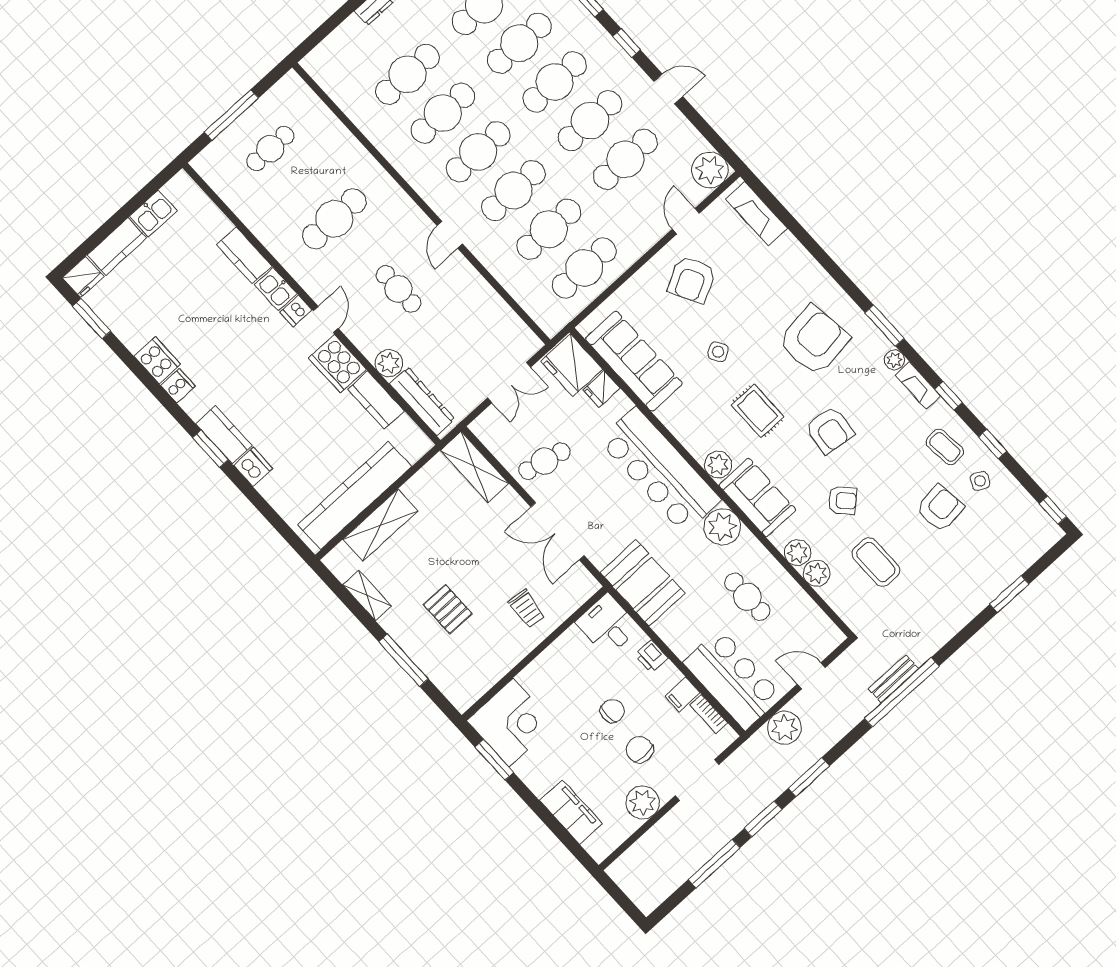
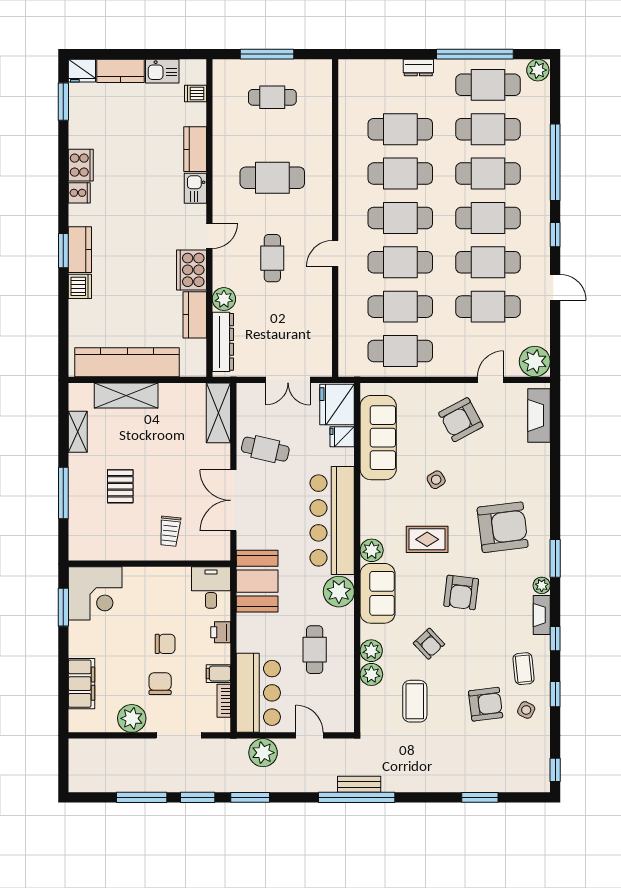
dishwasher: (296, 311) -> (195, 93), moved
rug: (758, 411) -> (427, 539), turned 90

